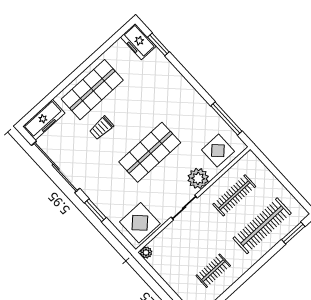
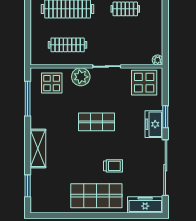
freezer: (138, 42) -> (154, 124), moved, turned 180
shelving: (179, 84) -> (38, 149), added
shop shelf: (150, 152) -> (96, 122), width x0.70, depth x0.74

